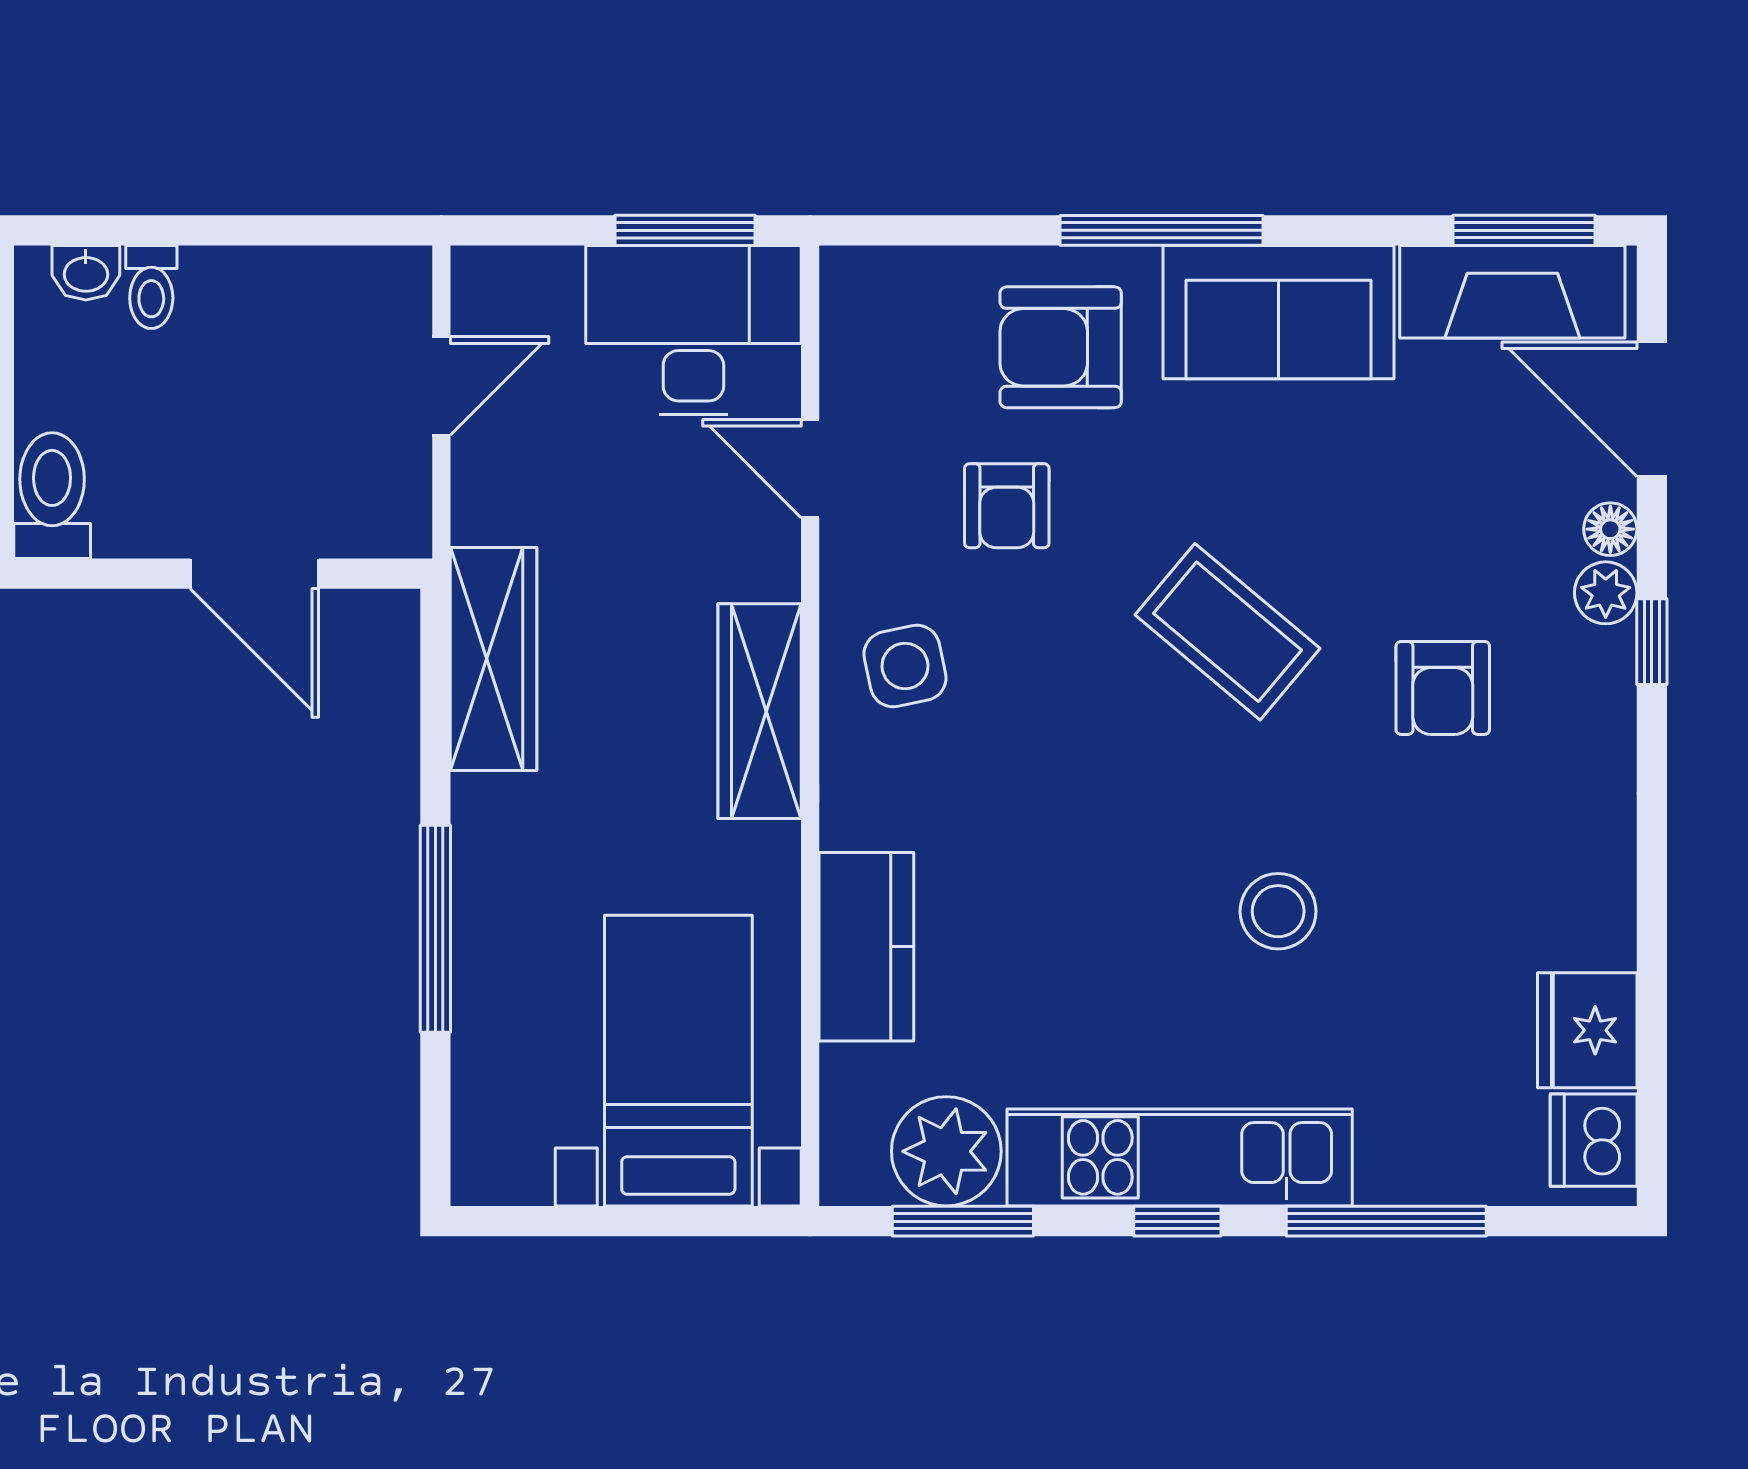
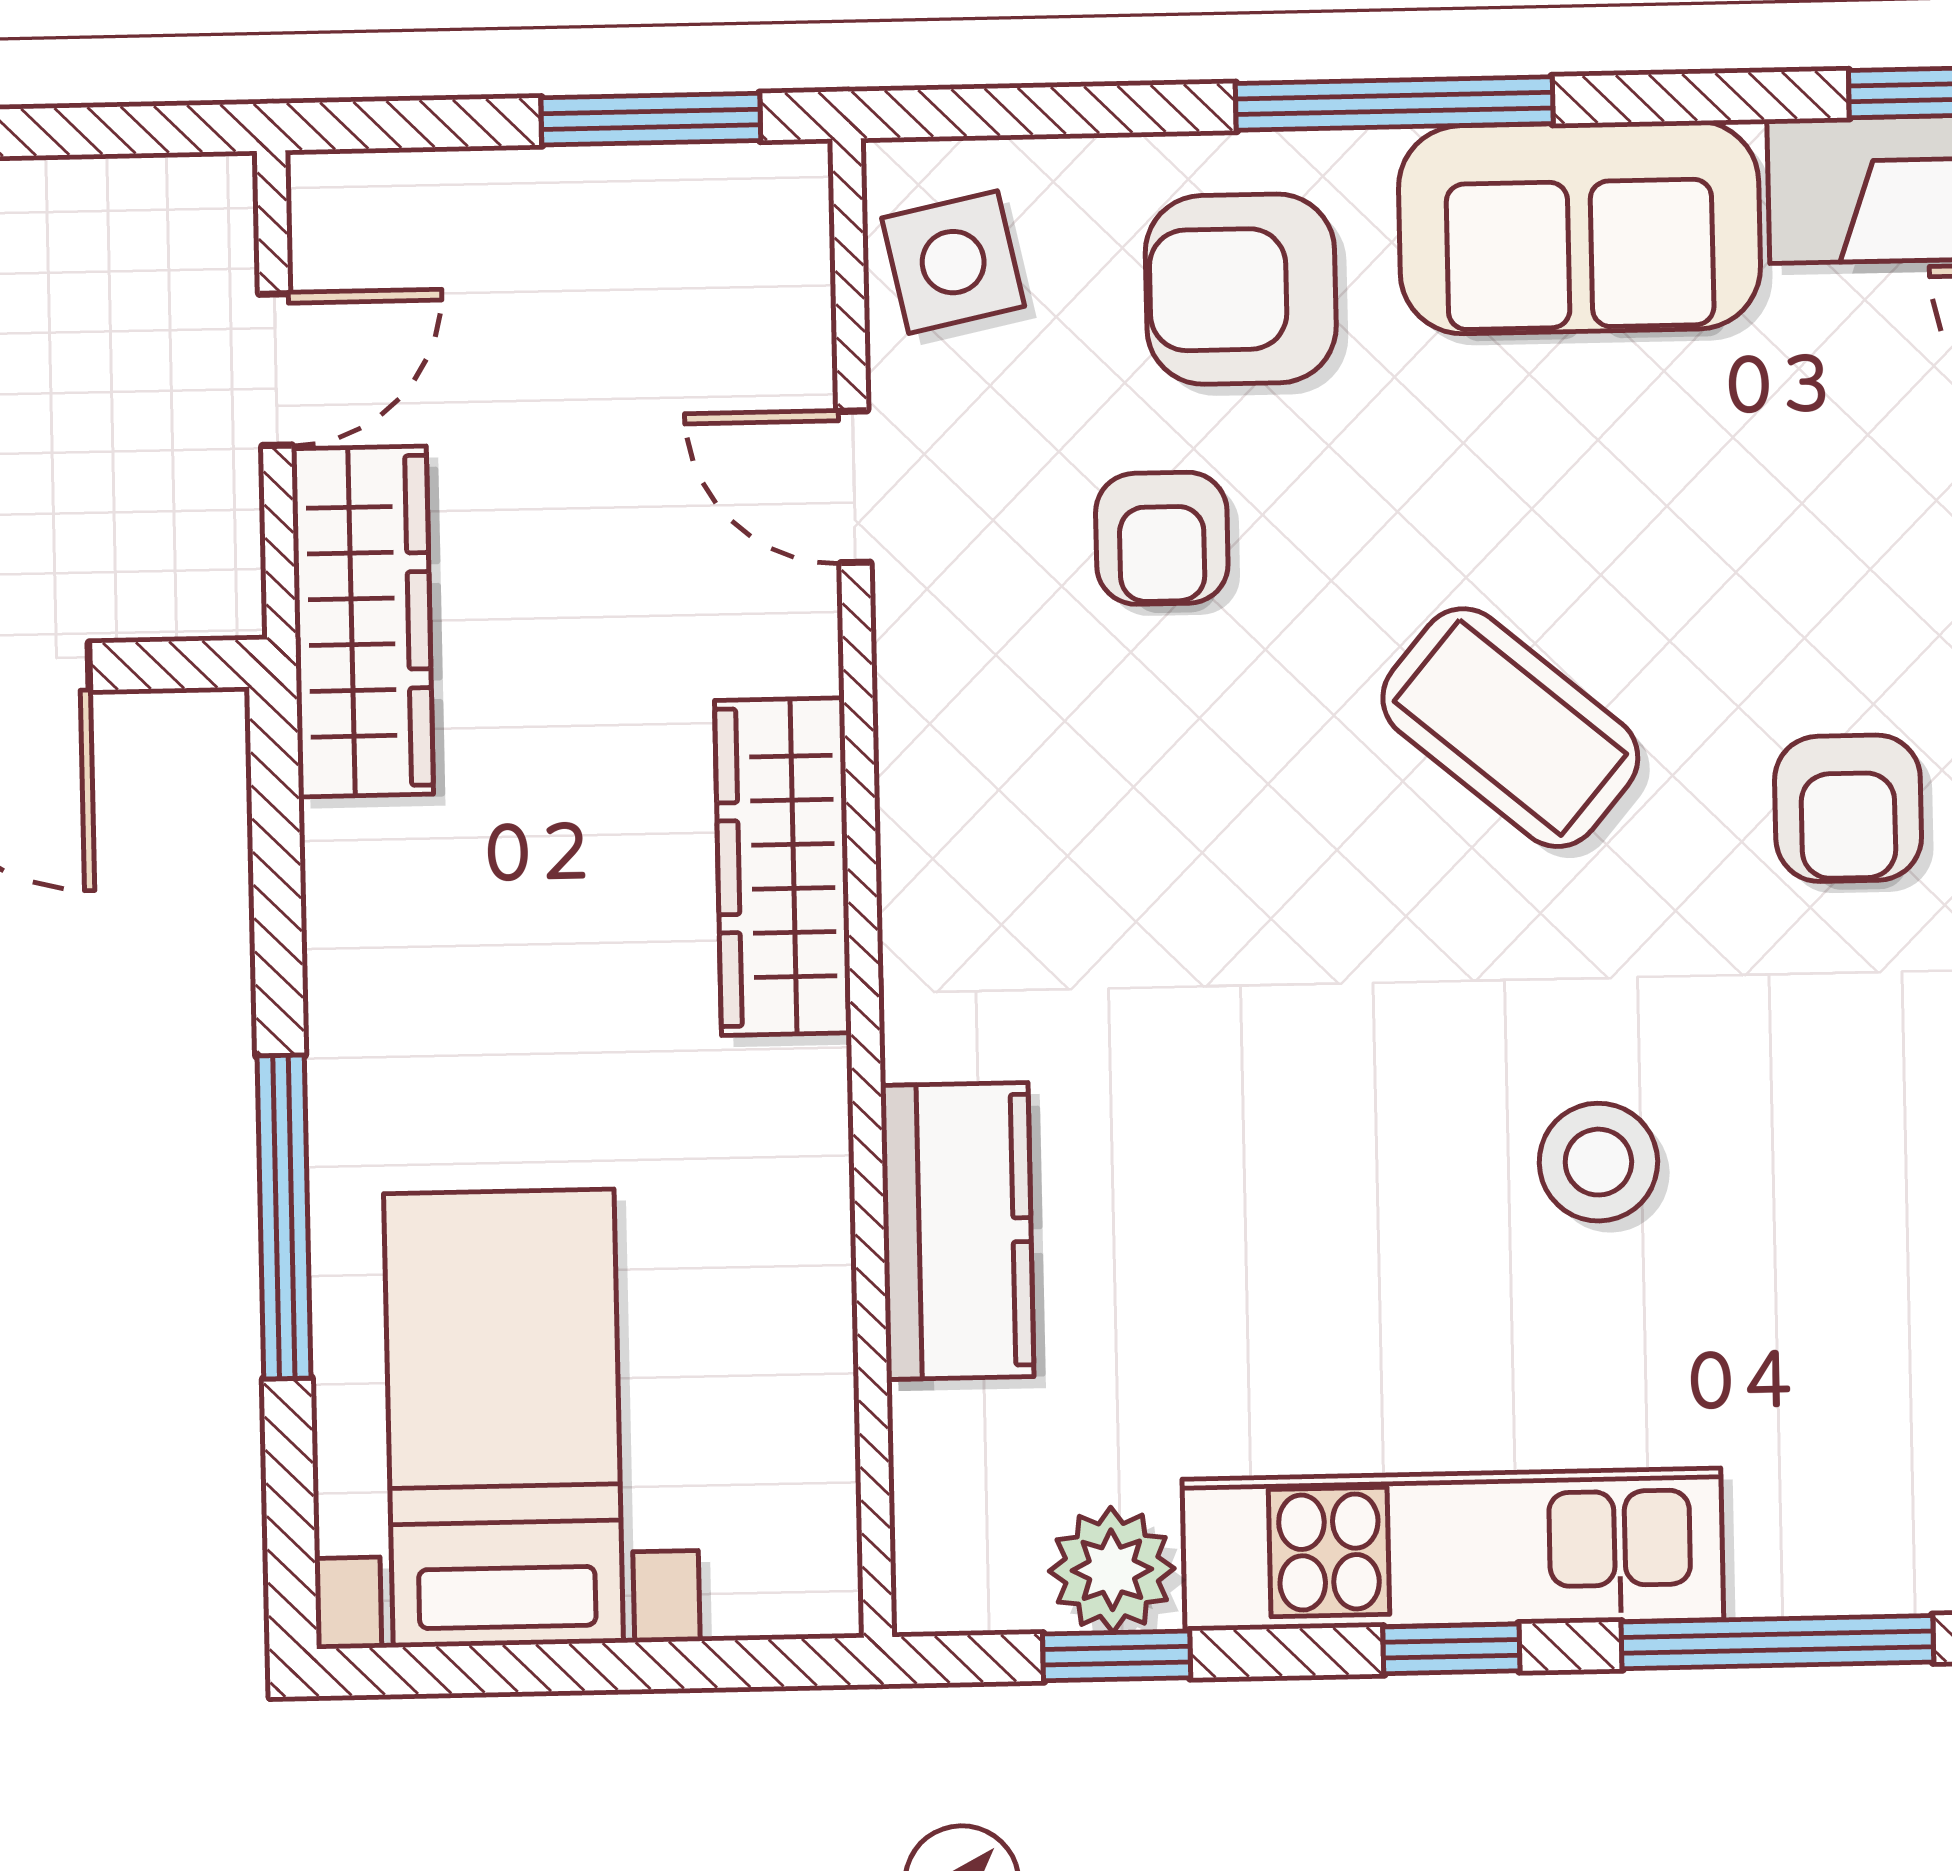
desk: (693, 330) -> (667, 274), removed
wardrobe: (494, 659) -> (362, 621), moved
side table: (905, 666) -> (953, 262), moved
bed with nightstands: (678, 1061) -> (504, 1418), moved
plant: (946, 1151) -> (1112, 1570), width x0.73, depth x0.73
window: (963, 1221) -> (1117, 1656), width x0.67

